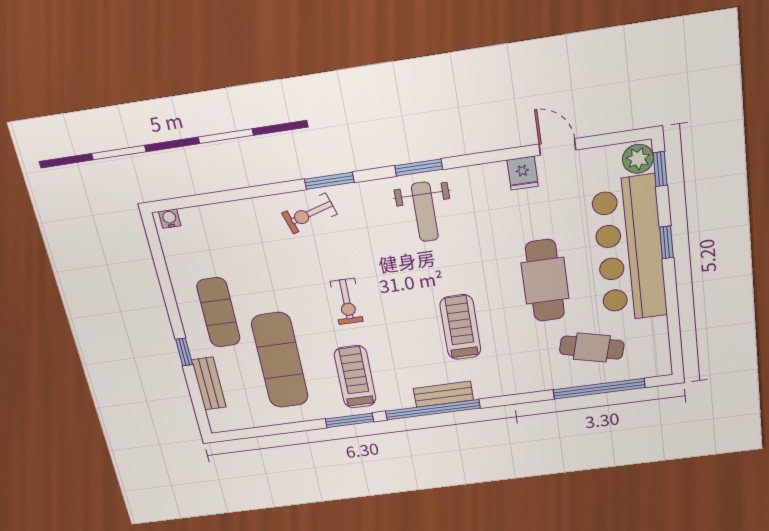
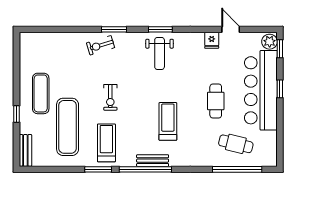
water cooler: (170, 219) -> (28, 37), removed
cafe table: (545, 281) -> (216, 101), width x0.73, depth x0.74
bench: (209, 384) -> (25, 150), moved

